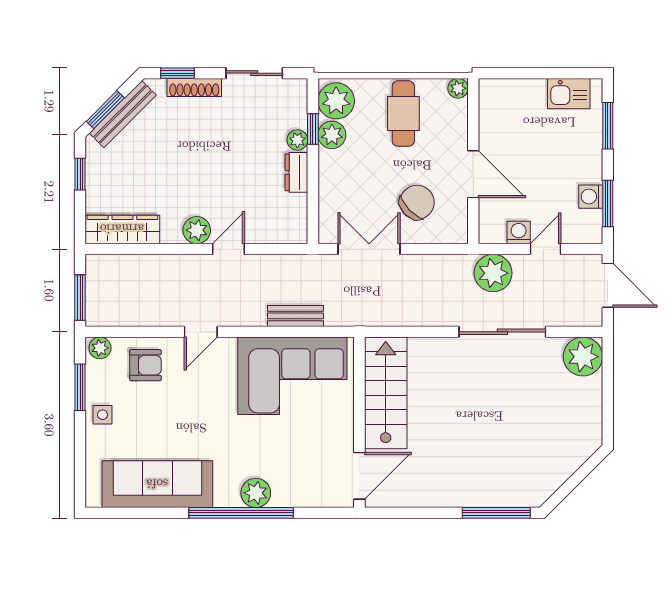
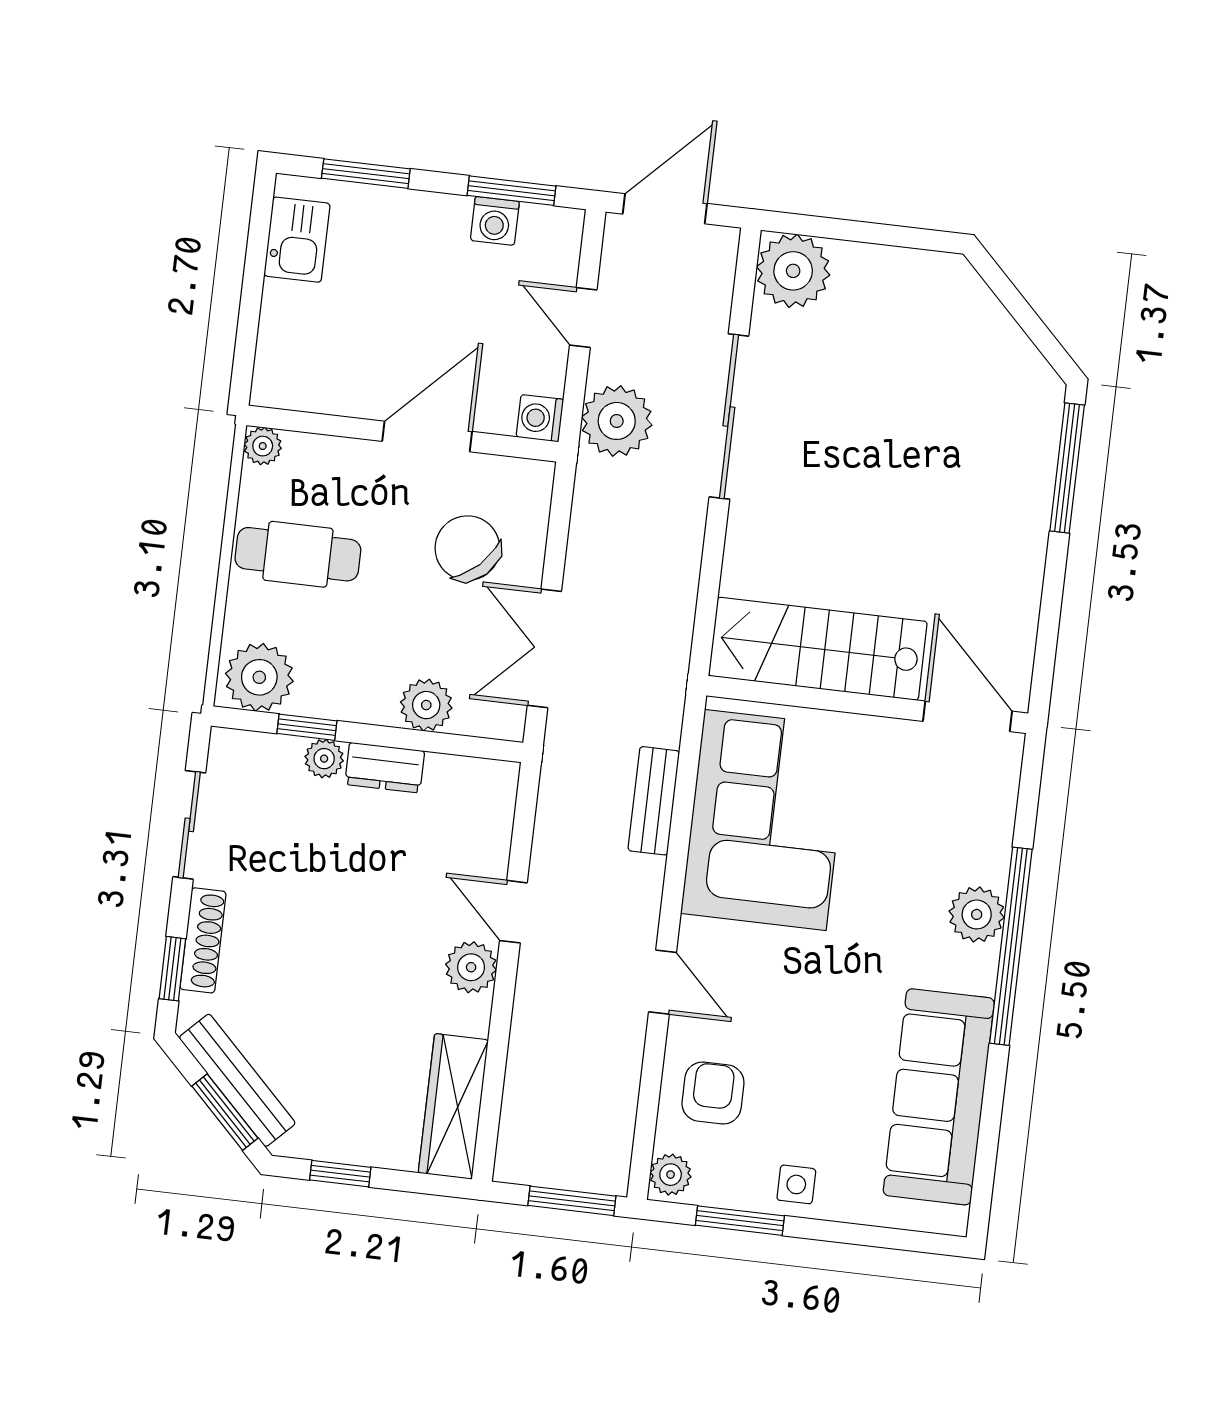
plant: (332, 135) -> (426, 705), moved
washing machine: (519, 232) -> (540, 418), moved

